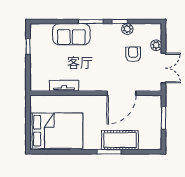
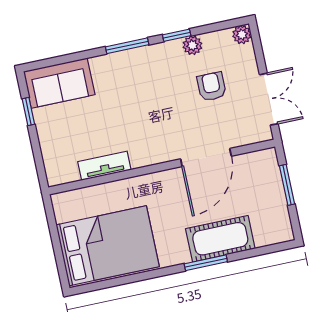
sofa: (71, 34) -> (59, 83), moved
plant: (156, 45) -> (242, 35), moved

